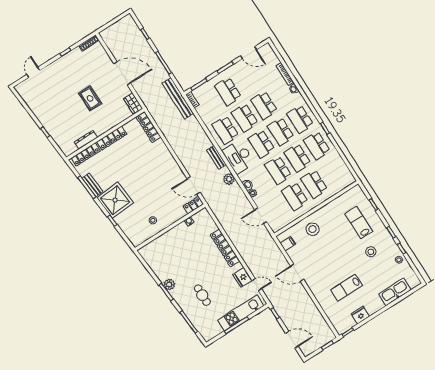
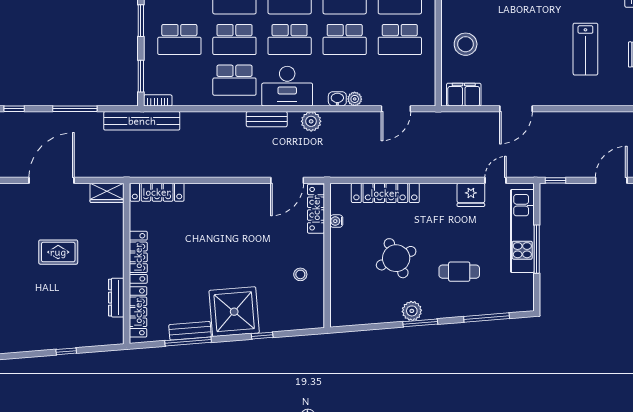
locker: (193, 205) -> (316, 209), width x1.53
filing cabinet: (288, 244) -> (464, 95), width x2.00
locker: (225, 248) -> (385, 193), moved
round table: (190, 261) -> (396, 258), added

